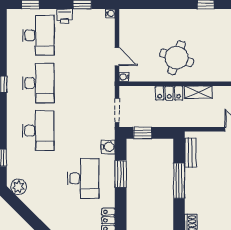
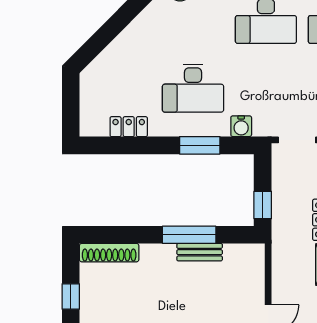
window: (143, 133) -> (263, 205), moved
bench: (190, 153) -> (200, 252), moved

